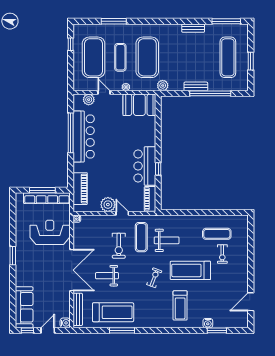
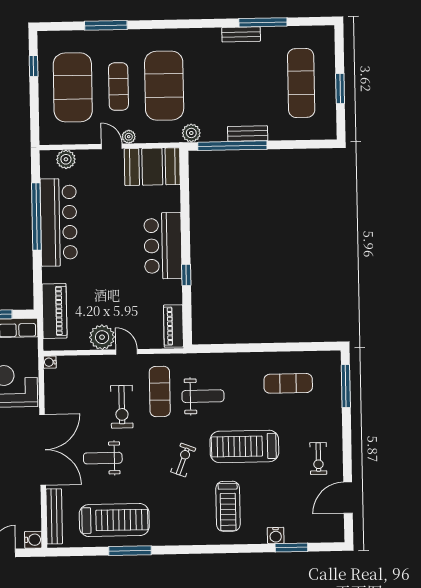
window: (226, 21) -> (263, 22), moved
door: (104, 92) -> (112, 146), moved
window: (210, 93) -> (232, 146), moved
bar counter: (145, 166) -> (163, 246), moved
window: (251, 236) -> (346, 386), added
exercise bike: (222, 254) -> (318, 459), moved

